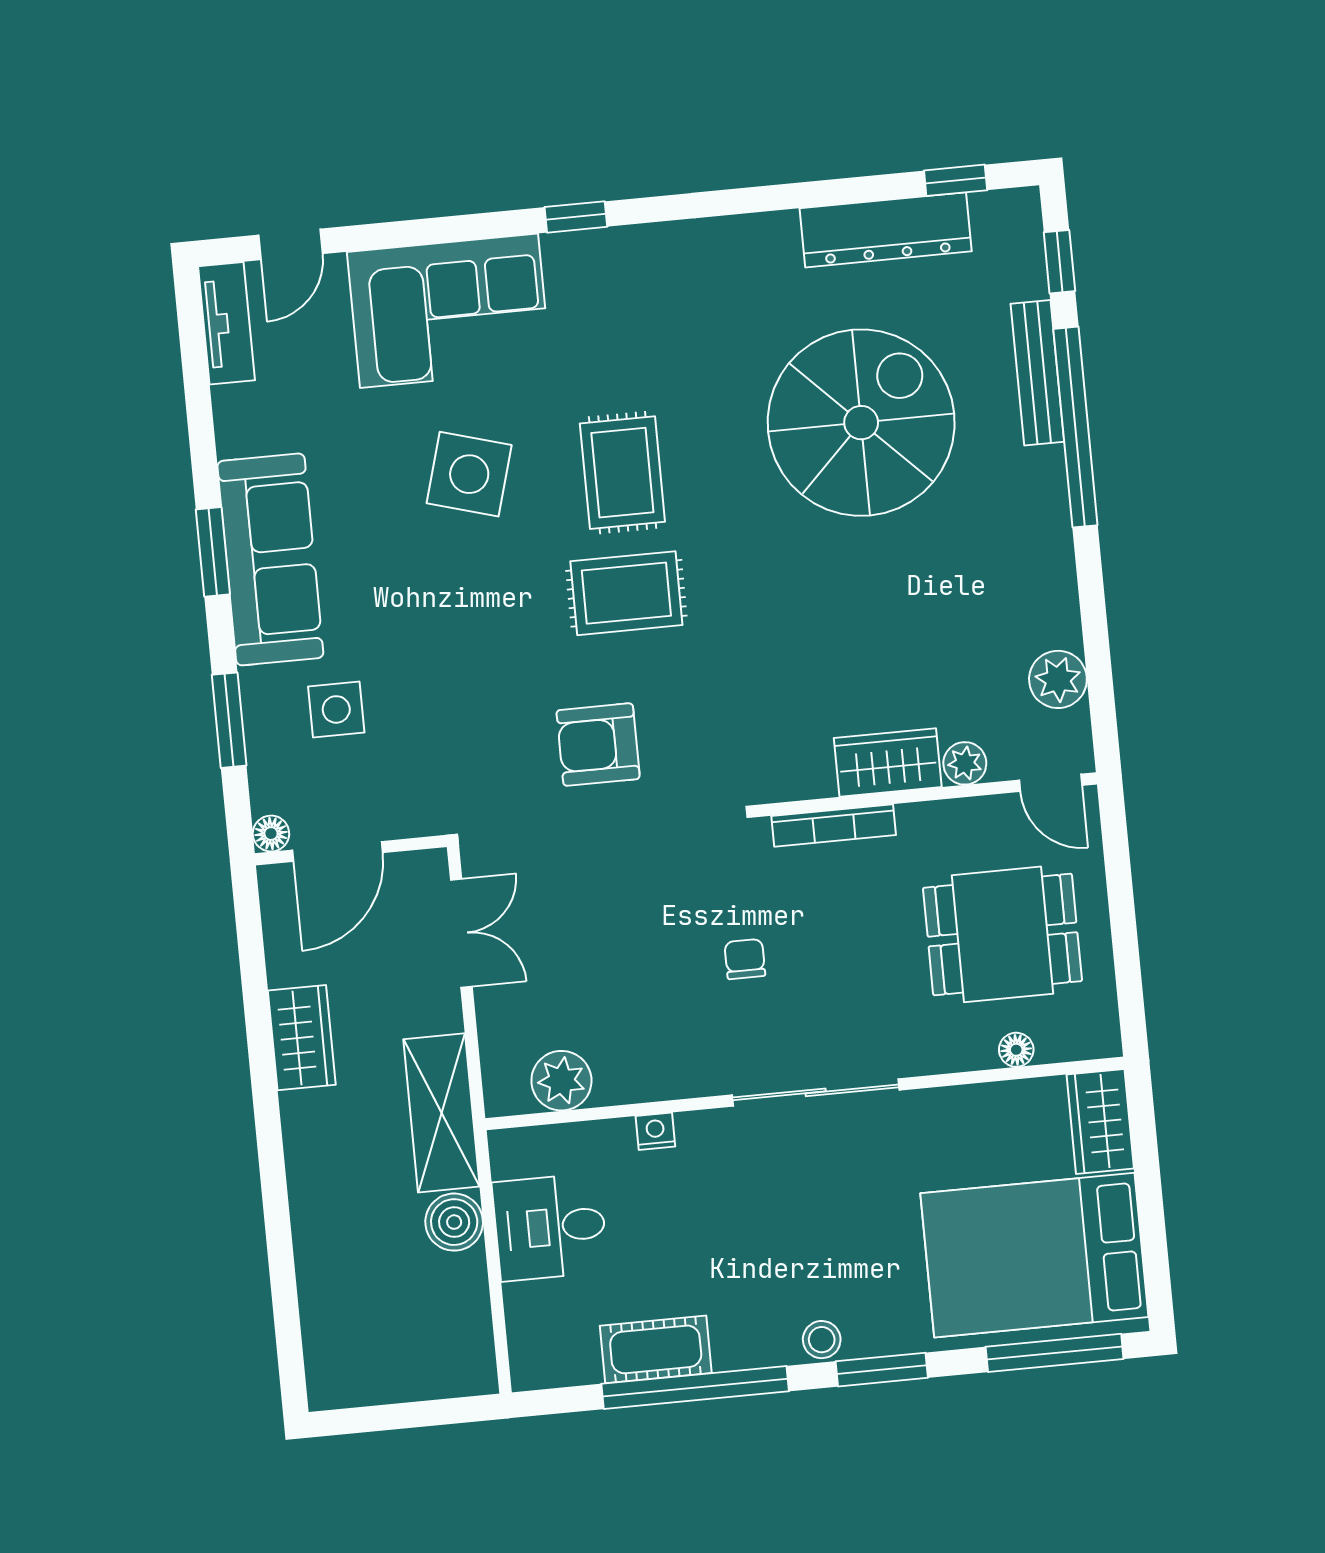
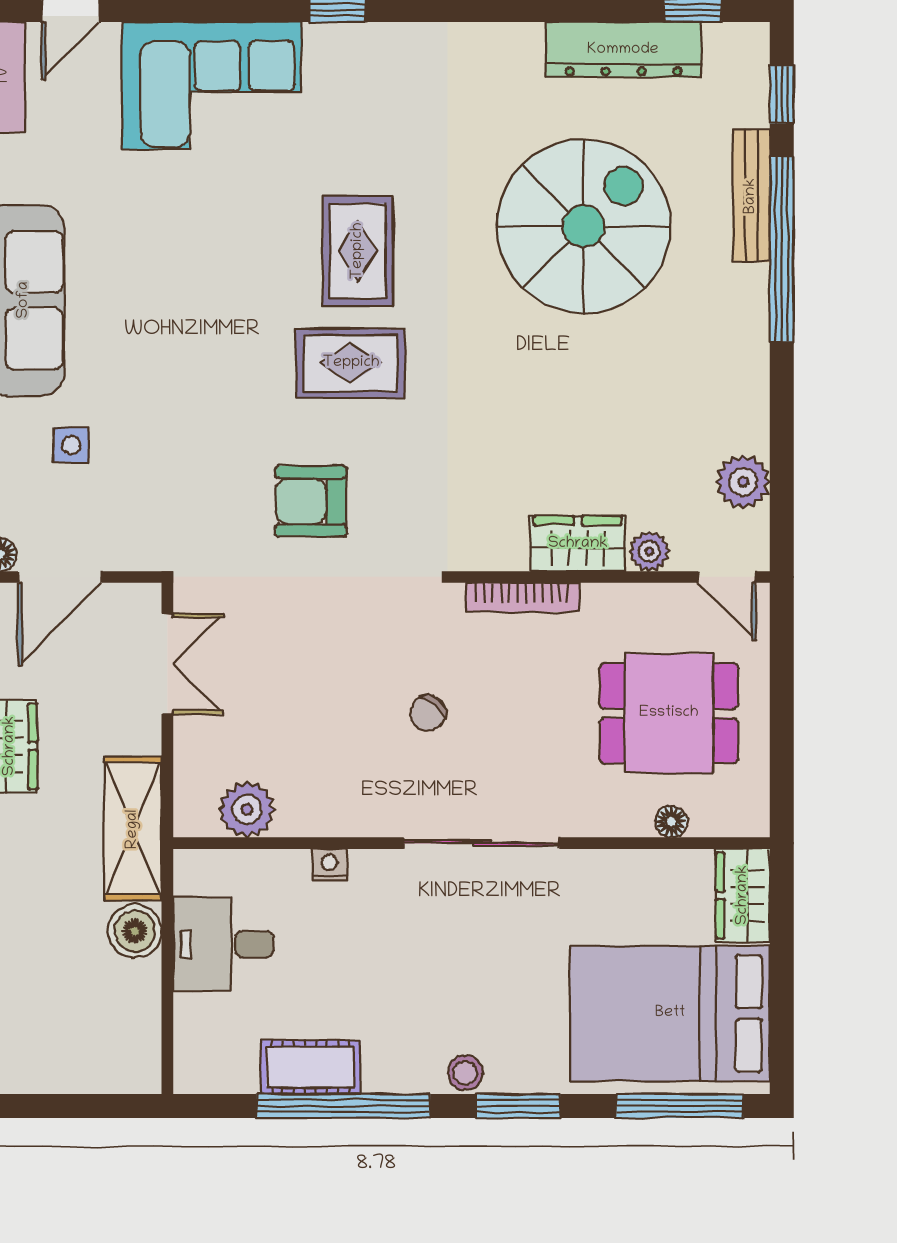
side table: (469, 474) -> (216, 239), removed
side table: (336, 709) -> (71, 445), width x0.73, depth x0.73
chair: (745, 959) -> (428, 713), turned -140

